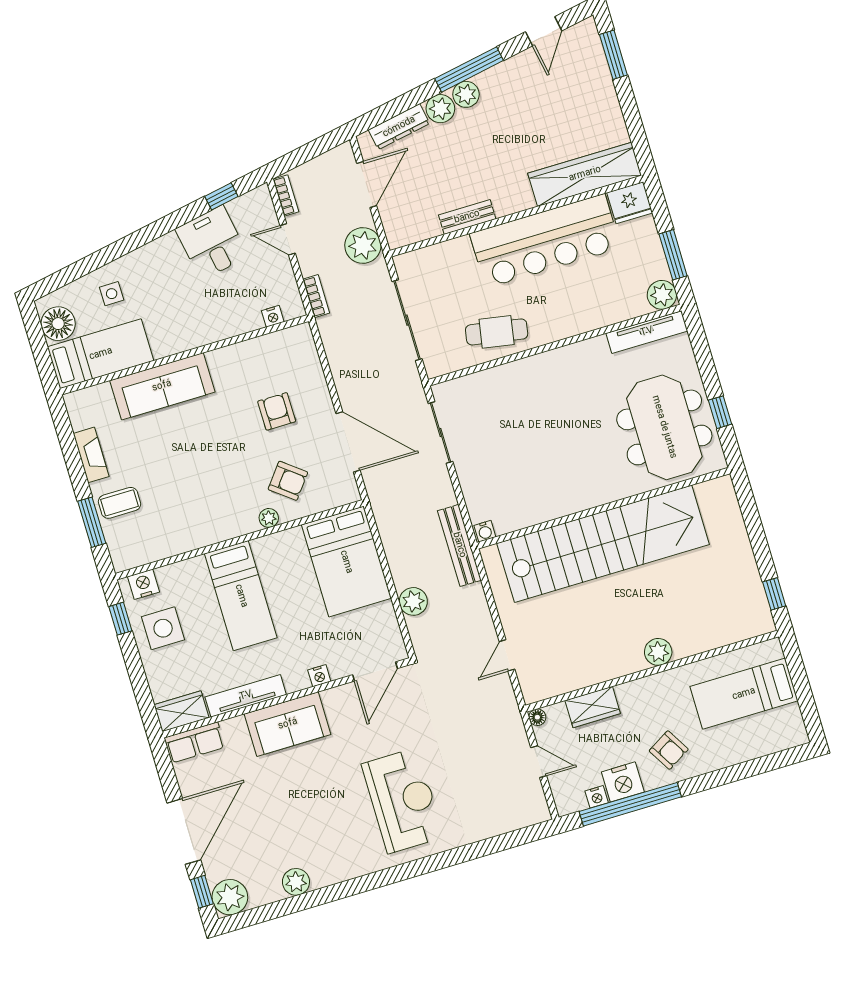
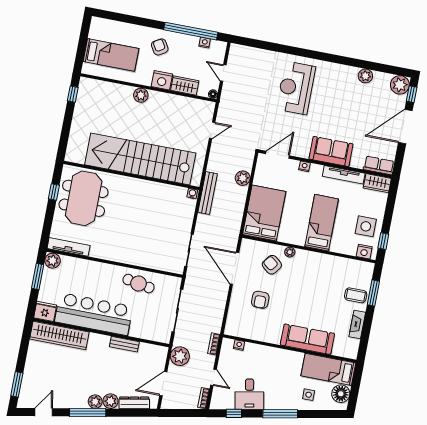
window: (143, 237) -> (280, 414), added
nightstand: (623, 782) -> (162, 80), moved, turned 180

